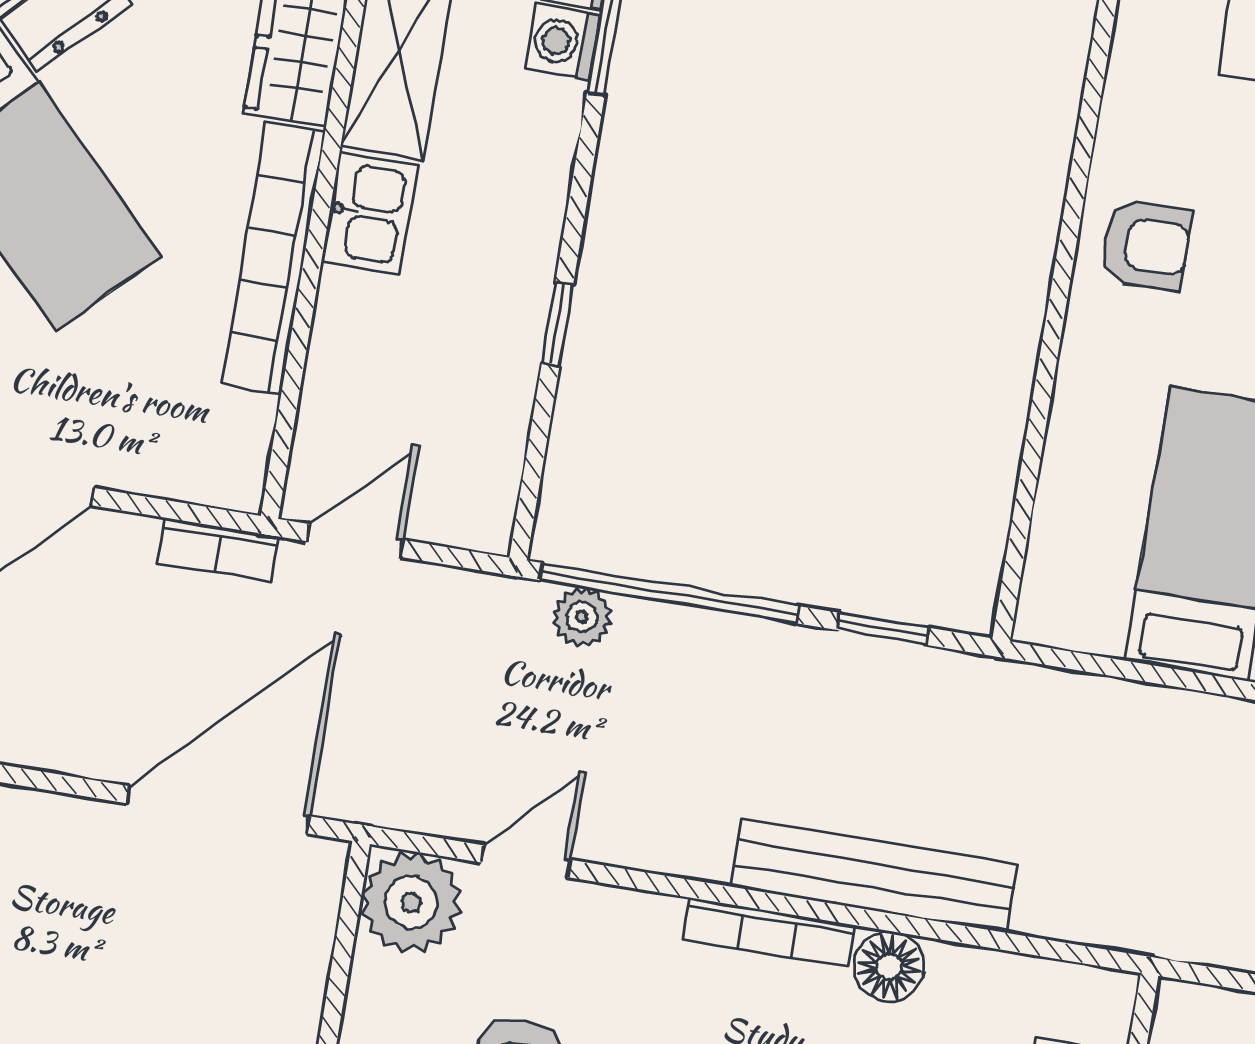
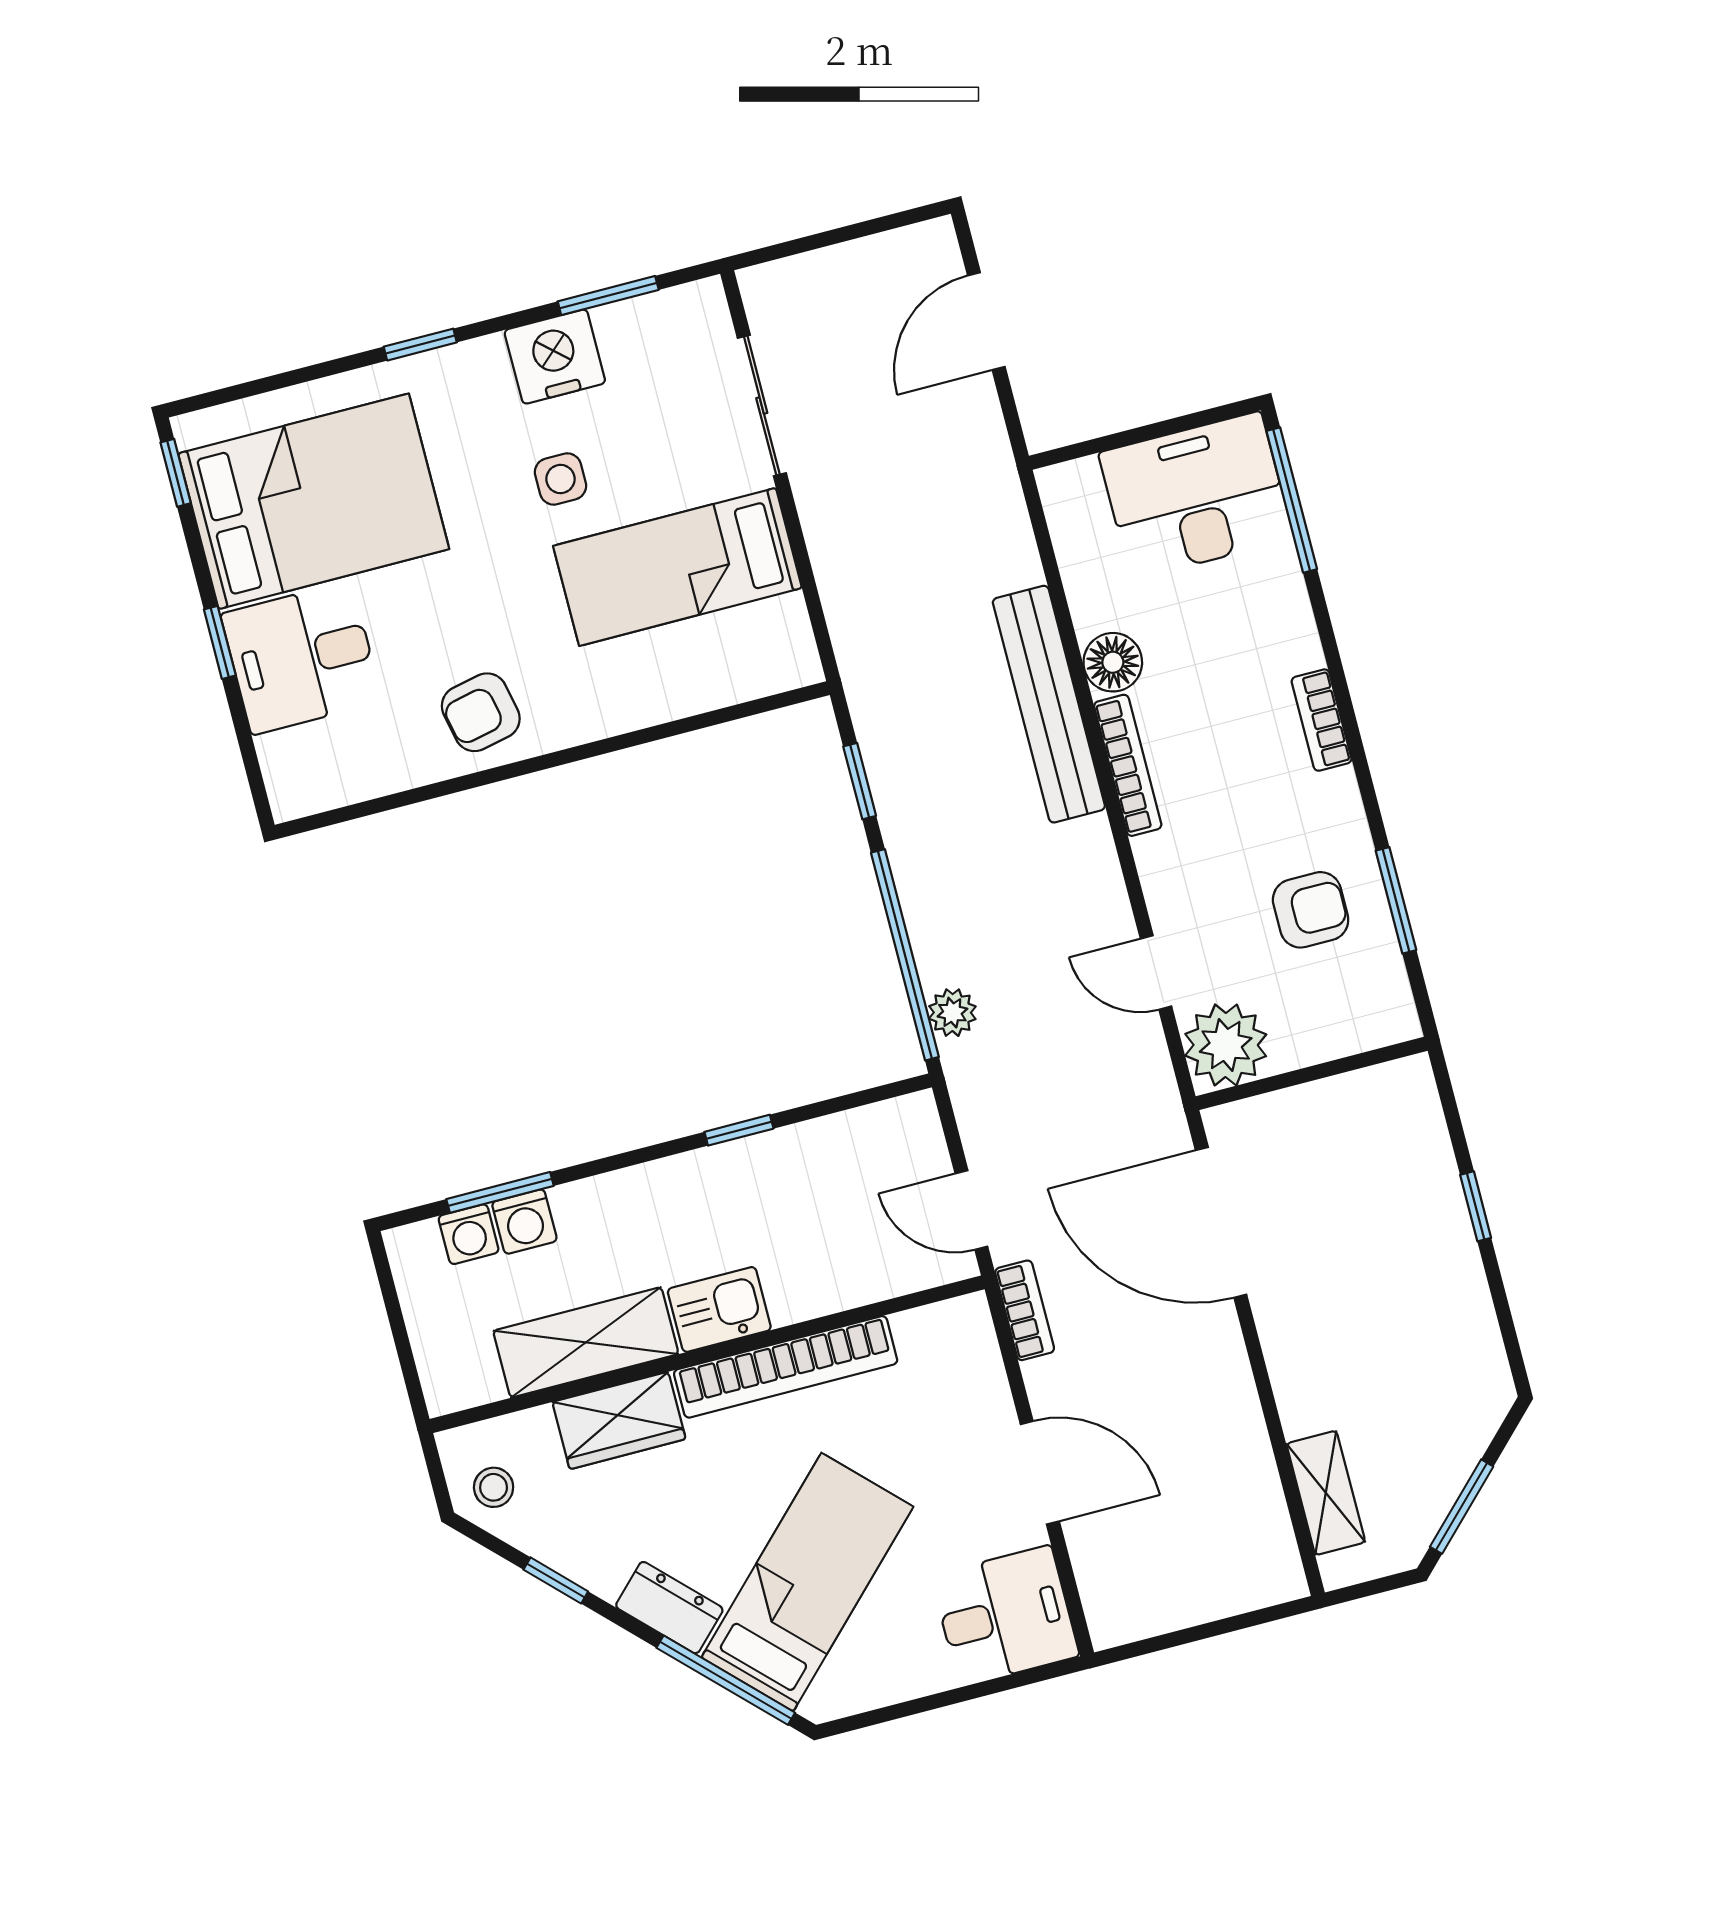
armchair: (1146, 245) -> (481, 712), turned -102

